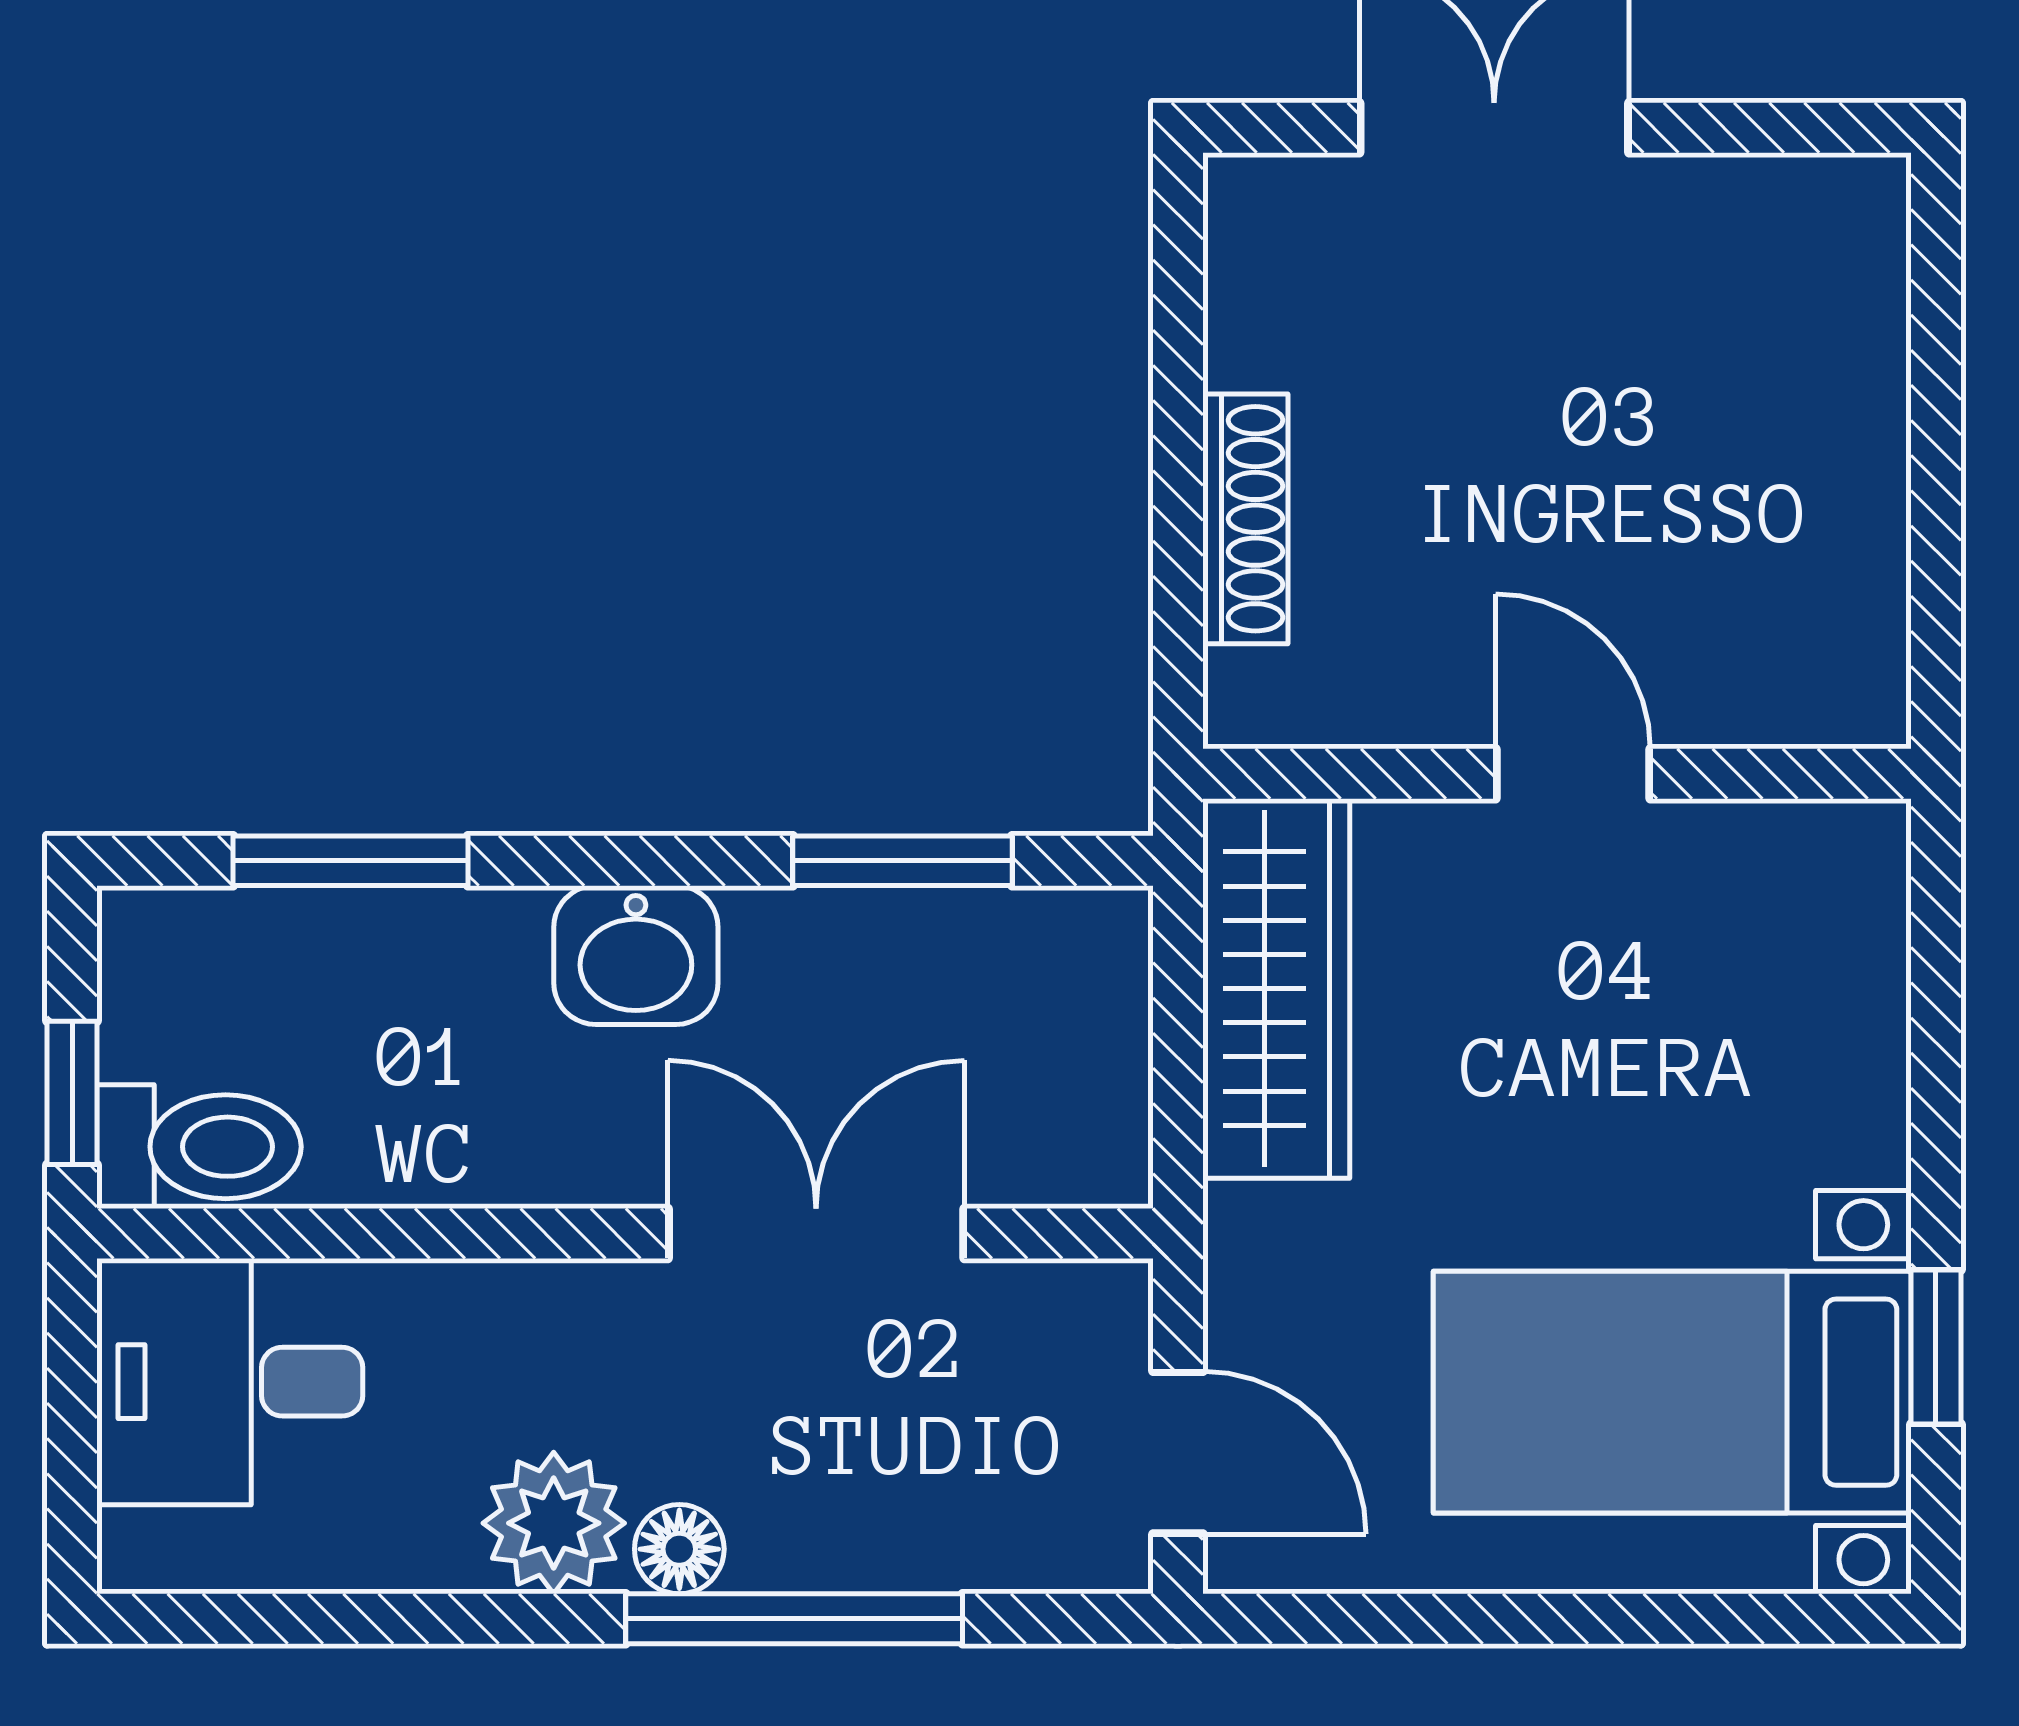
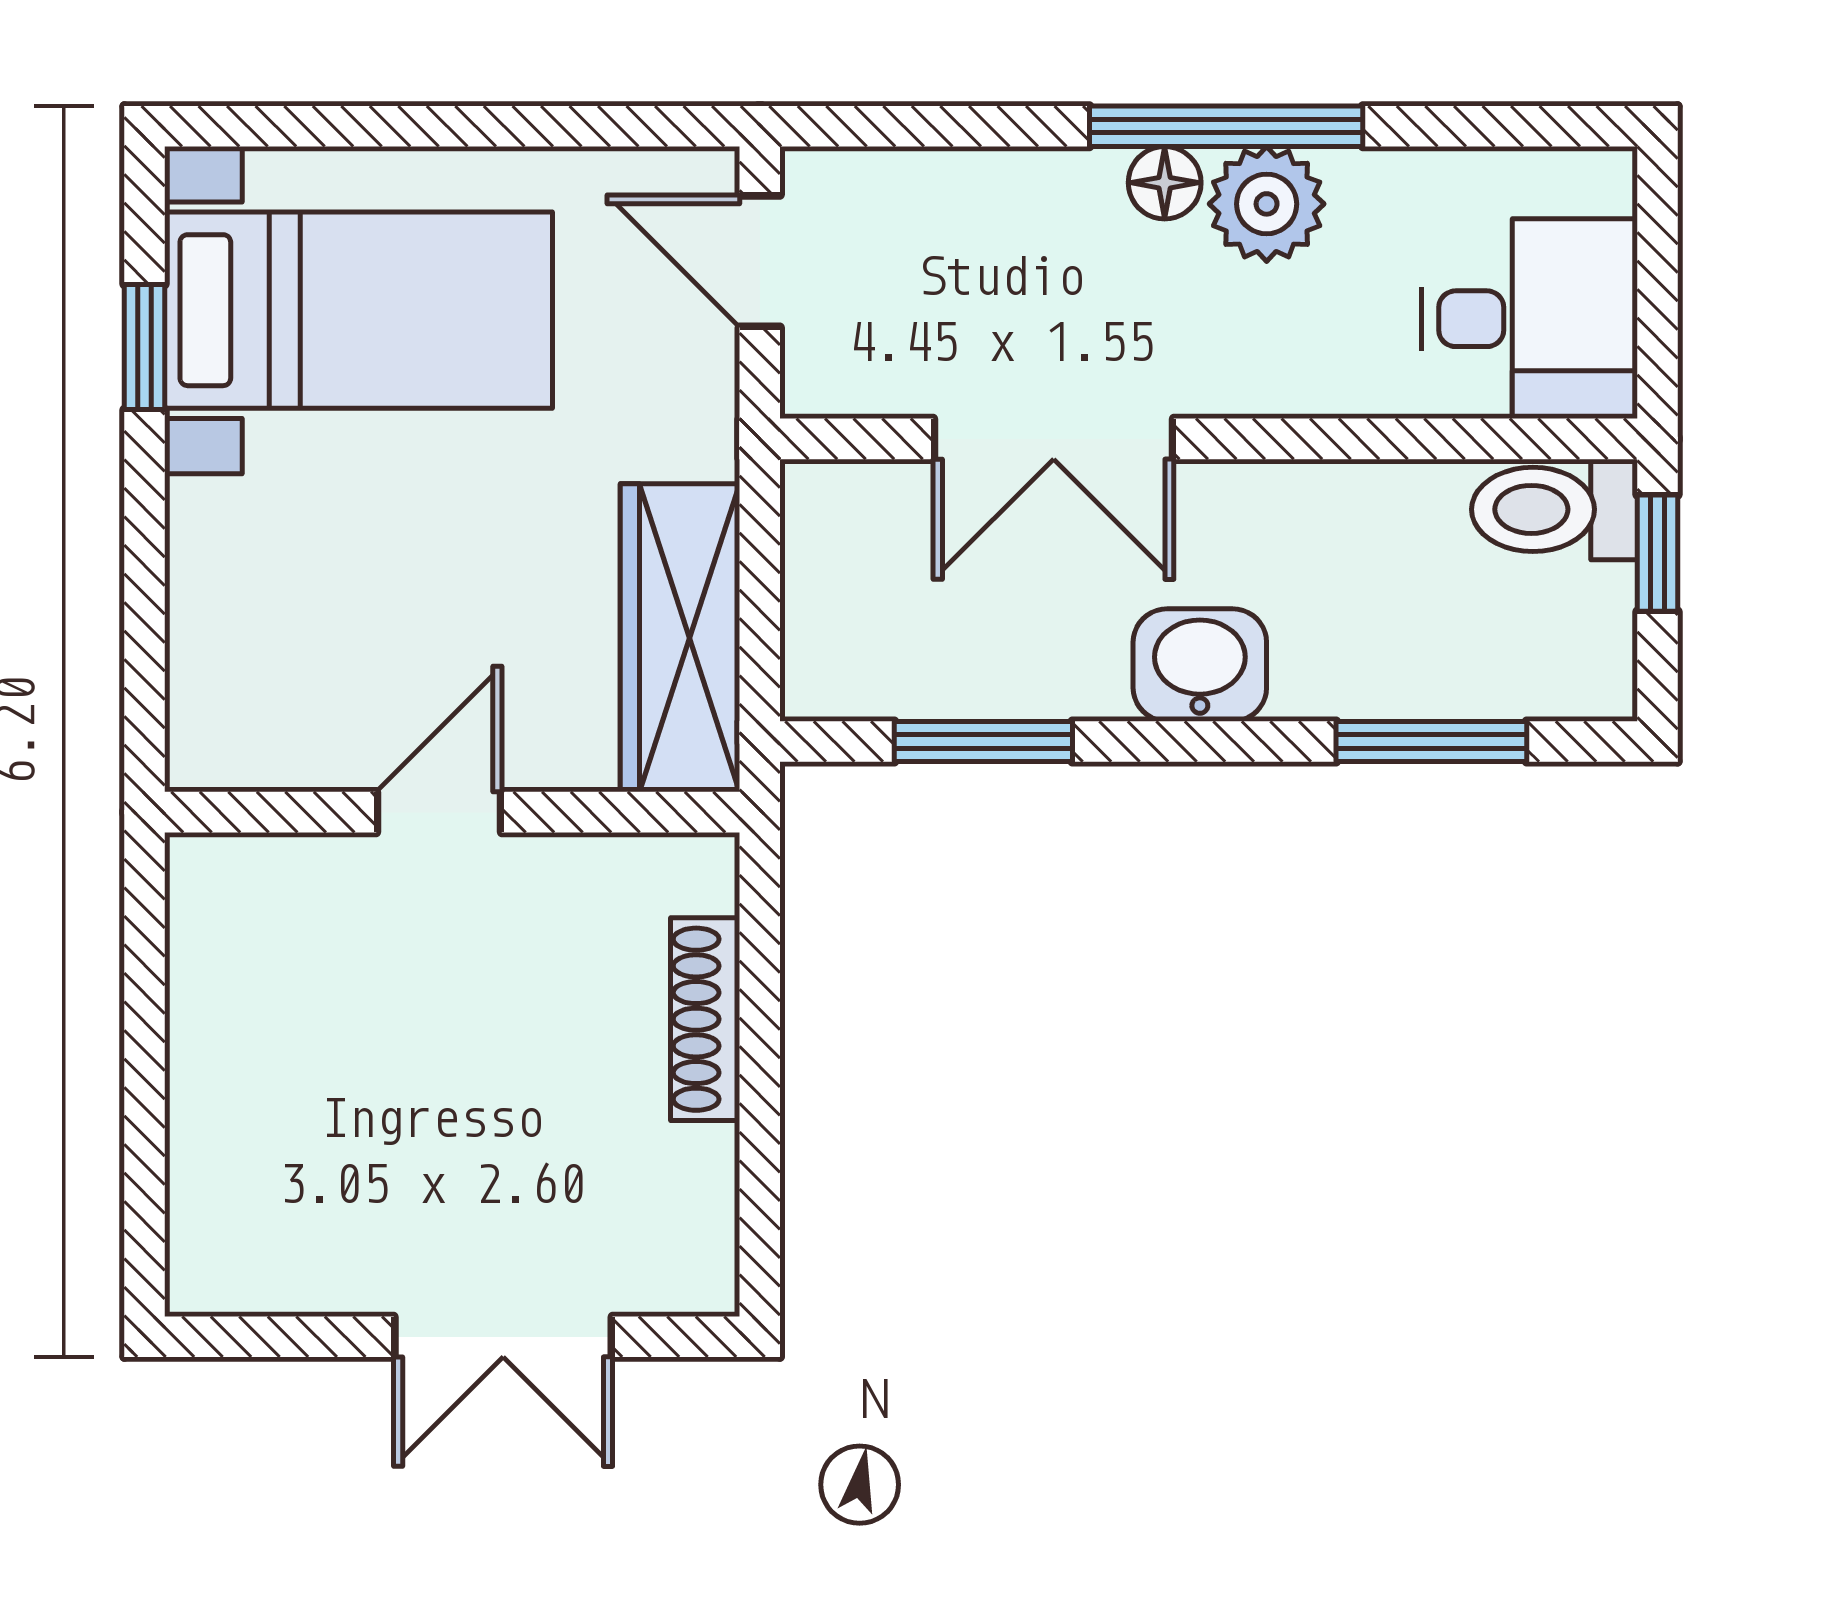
door: (1573, 774) -> (439, 812), swing flipped
window: (794, 1619) -> (1226, 126), moved

